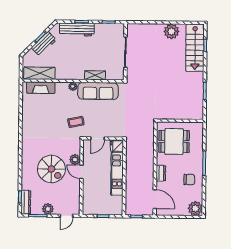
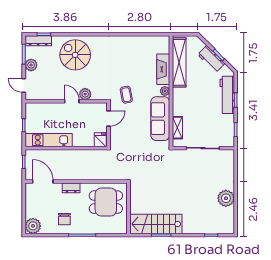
stairs: (195, 48) -> (156, 224), moved
shelving: (39, 73) -> (179, 62), width x1.47
shelving: (95, 75) -> (177, 128), moved
fireplace: (41, 88) -> (163, 69), moved
door: (98, 138) -> (108, 119), swing flipped
dining table: (174, 142) -> (106, 202), turned 90
spiral stairs: (51, 169) -> (75, 55), moved, turned 90
door: (81, 172) -> (72, 101), hinge flipped
kitchen unit: (117, 174) -> (49, 140), moved
door: (155, 199) -> (43, 182), swing flipped

